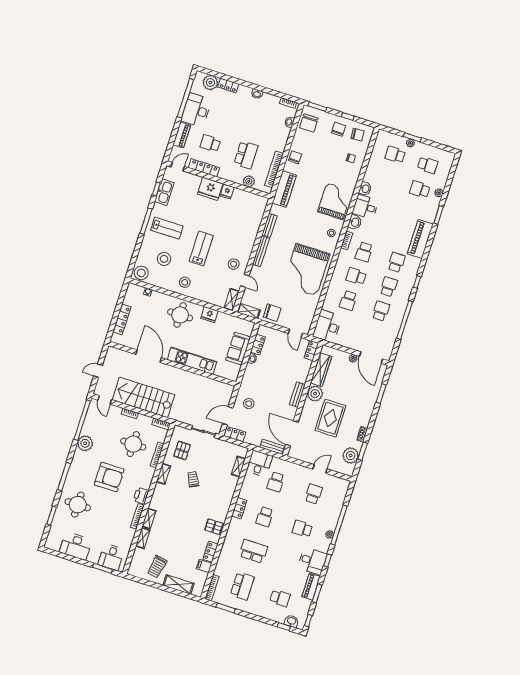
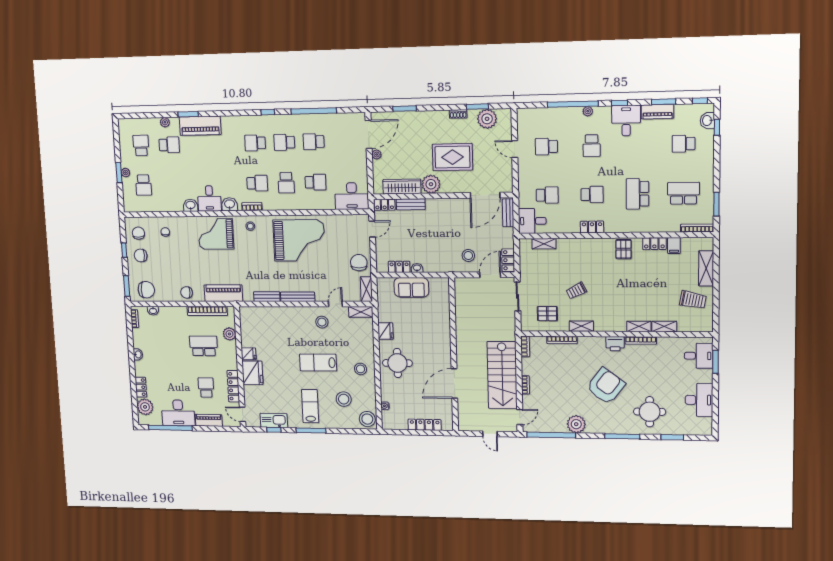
school desk: (210, 143) -> (206, 387), turned 180
school desk: (420, 189) -> (169, 145), turned -90
piano: (420, 239) -> (200, 126), moved
kitchen unit: (192, 361) -> (443, 334), removed
bench: (297, 395) -> (411, 204), moved
door: (228, 416) -> (490, 275), swing flipped
round table: (133, 444) -> (559, 371), removed
armchair: (109, 477) -> (606, 386), turned 37
school desk: (280, 598) -> (684, 144), turned -90

